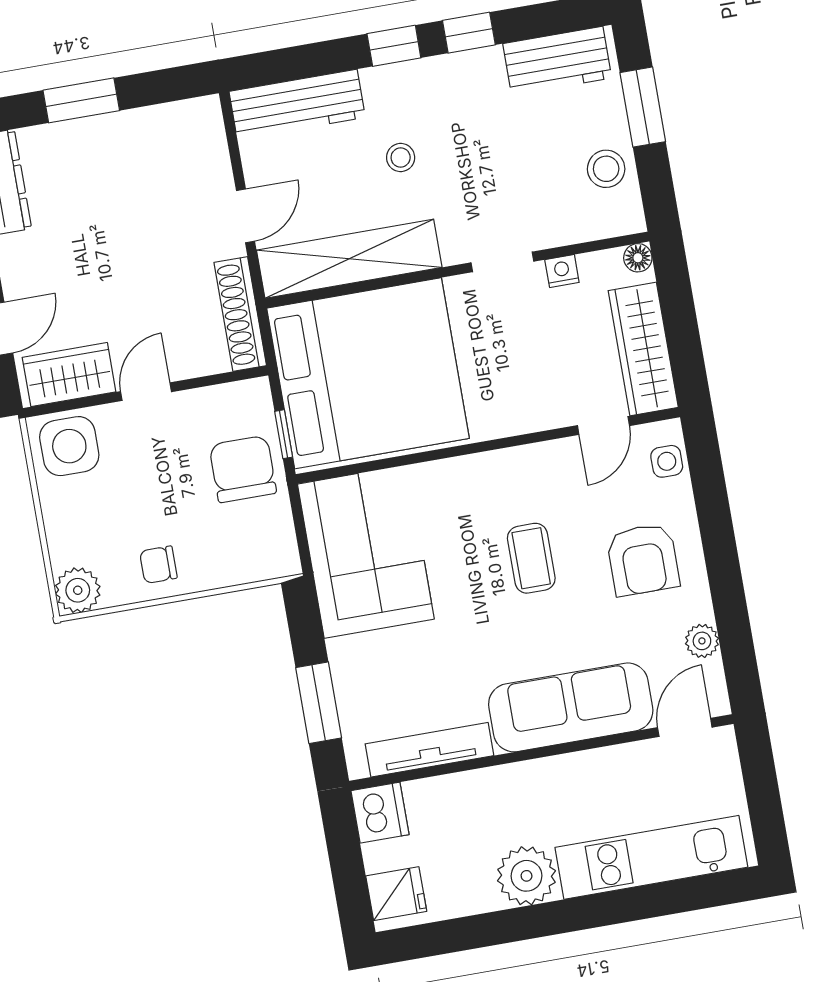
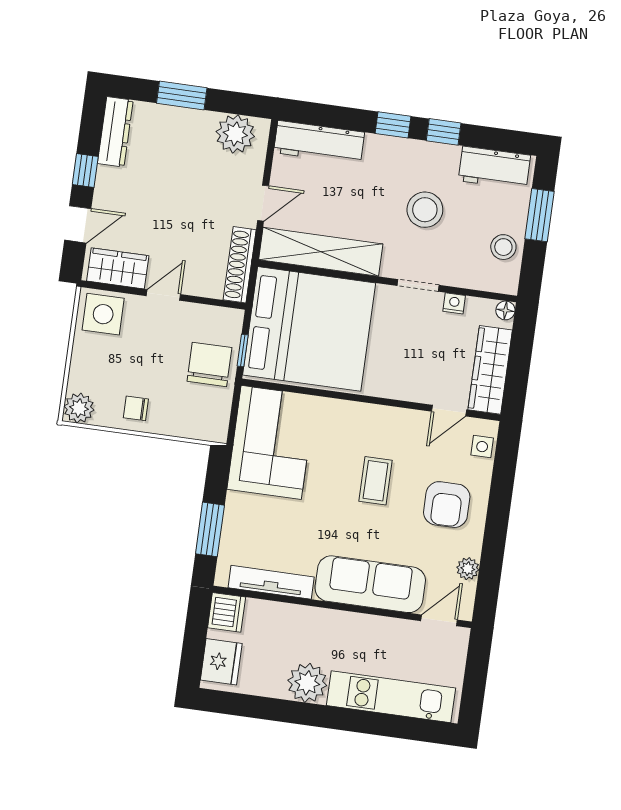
plant: (175, 131) -> (235, 134), added
stool: (401, 157) -> (425, 210), moved, width x1.89, depth x1.89
fridge: (396, 894) -> (221, 662), width x1.38

